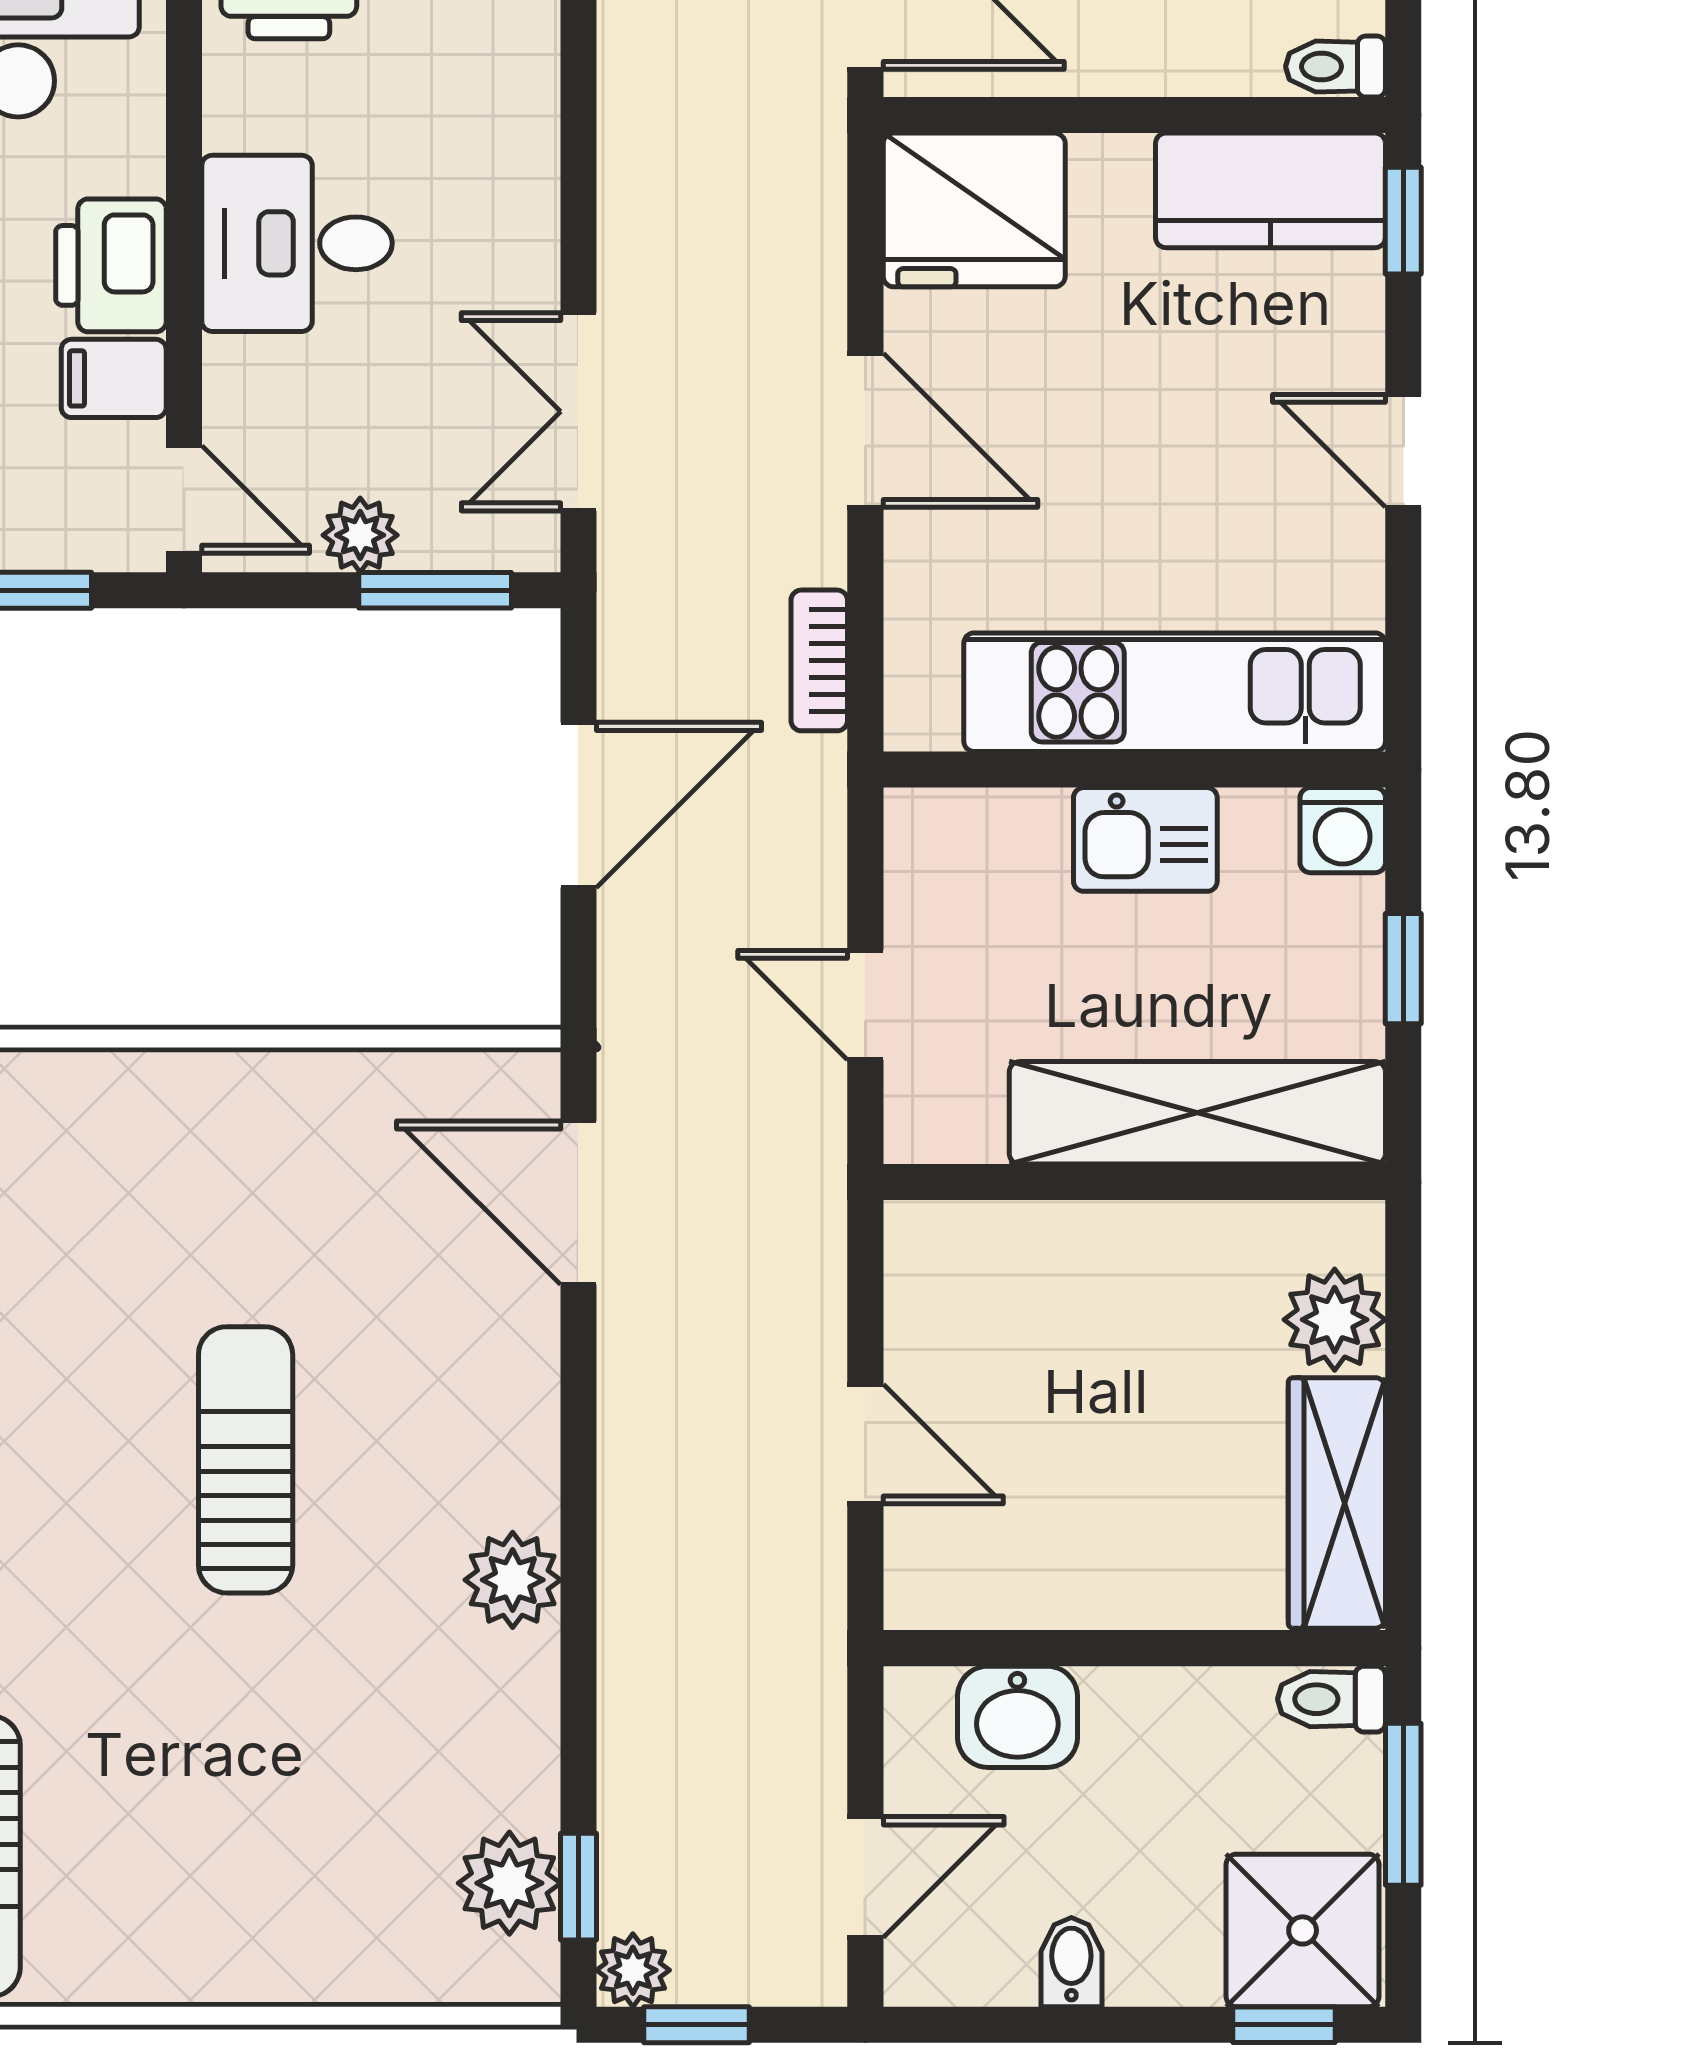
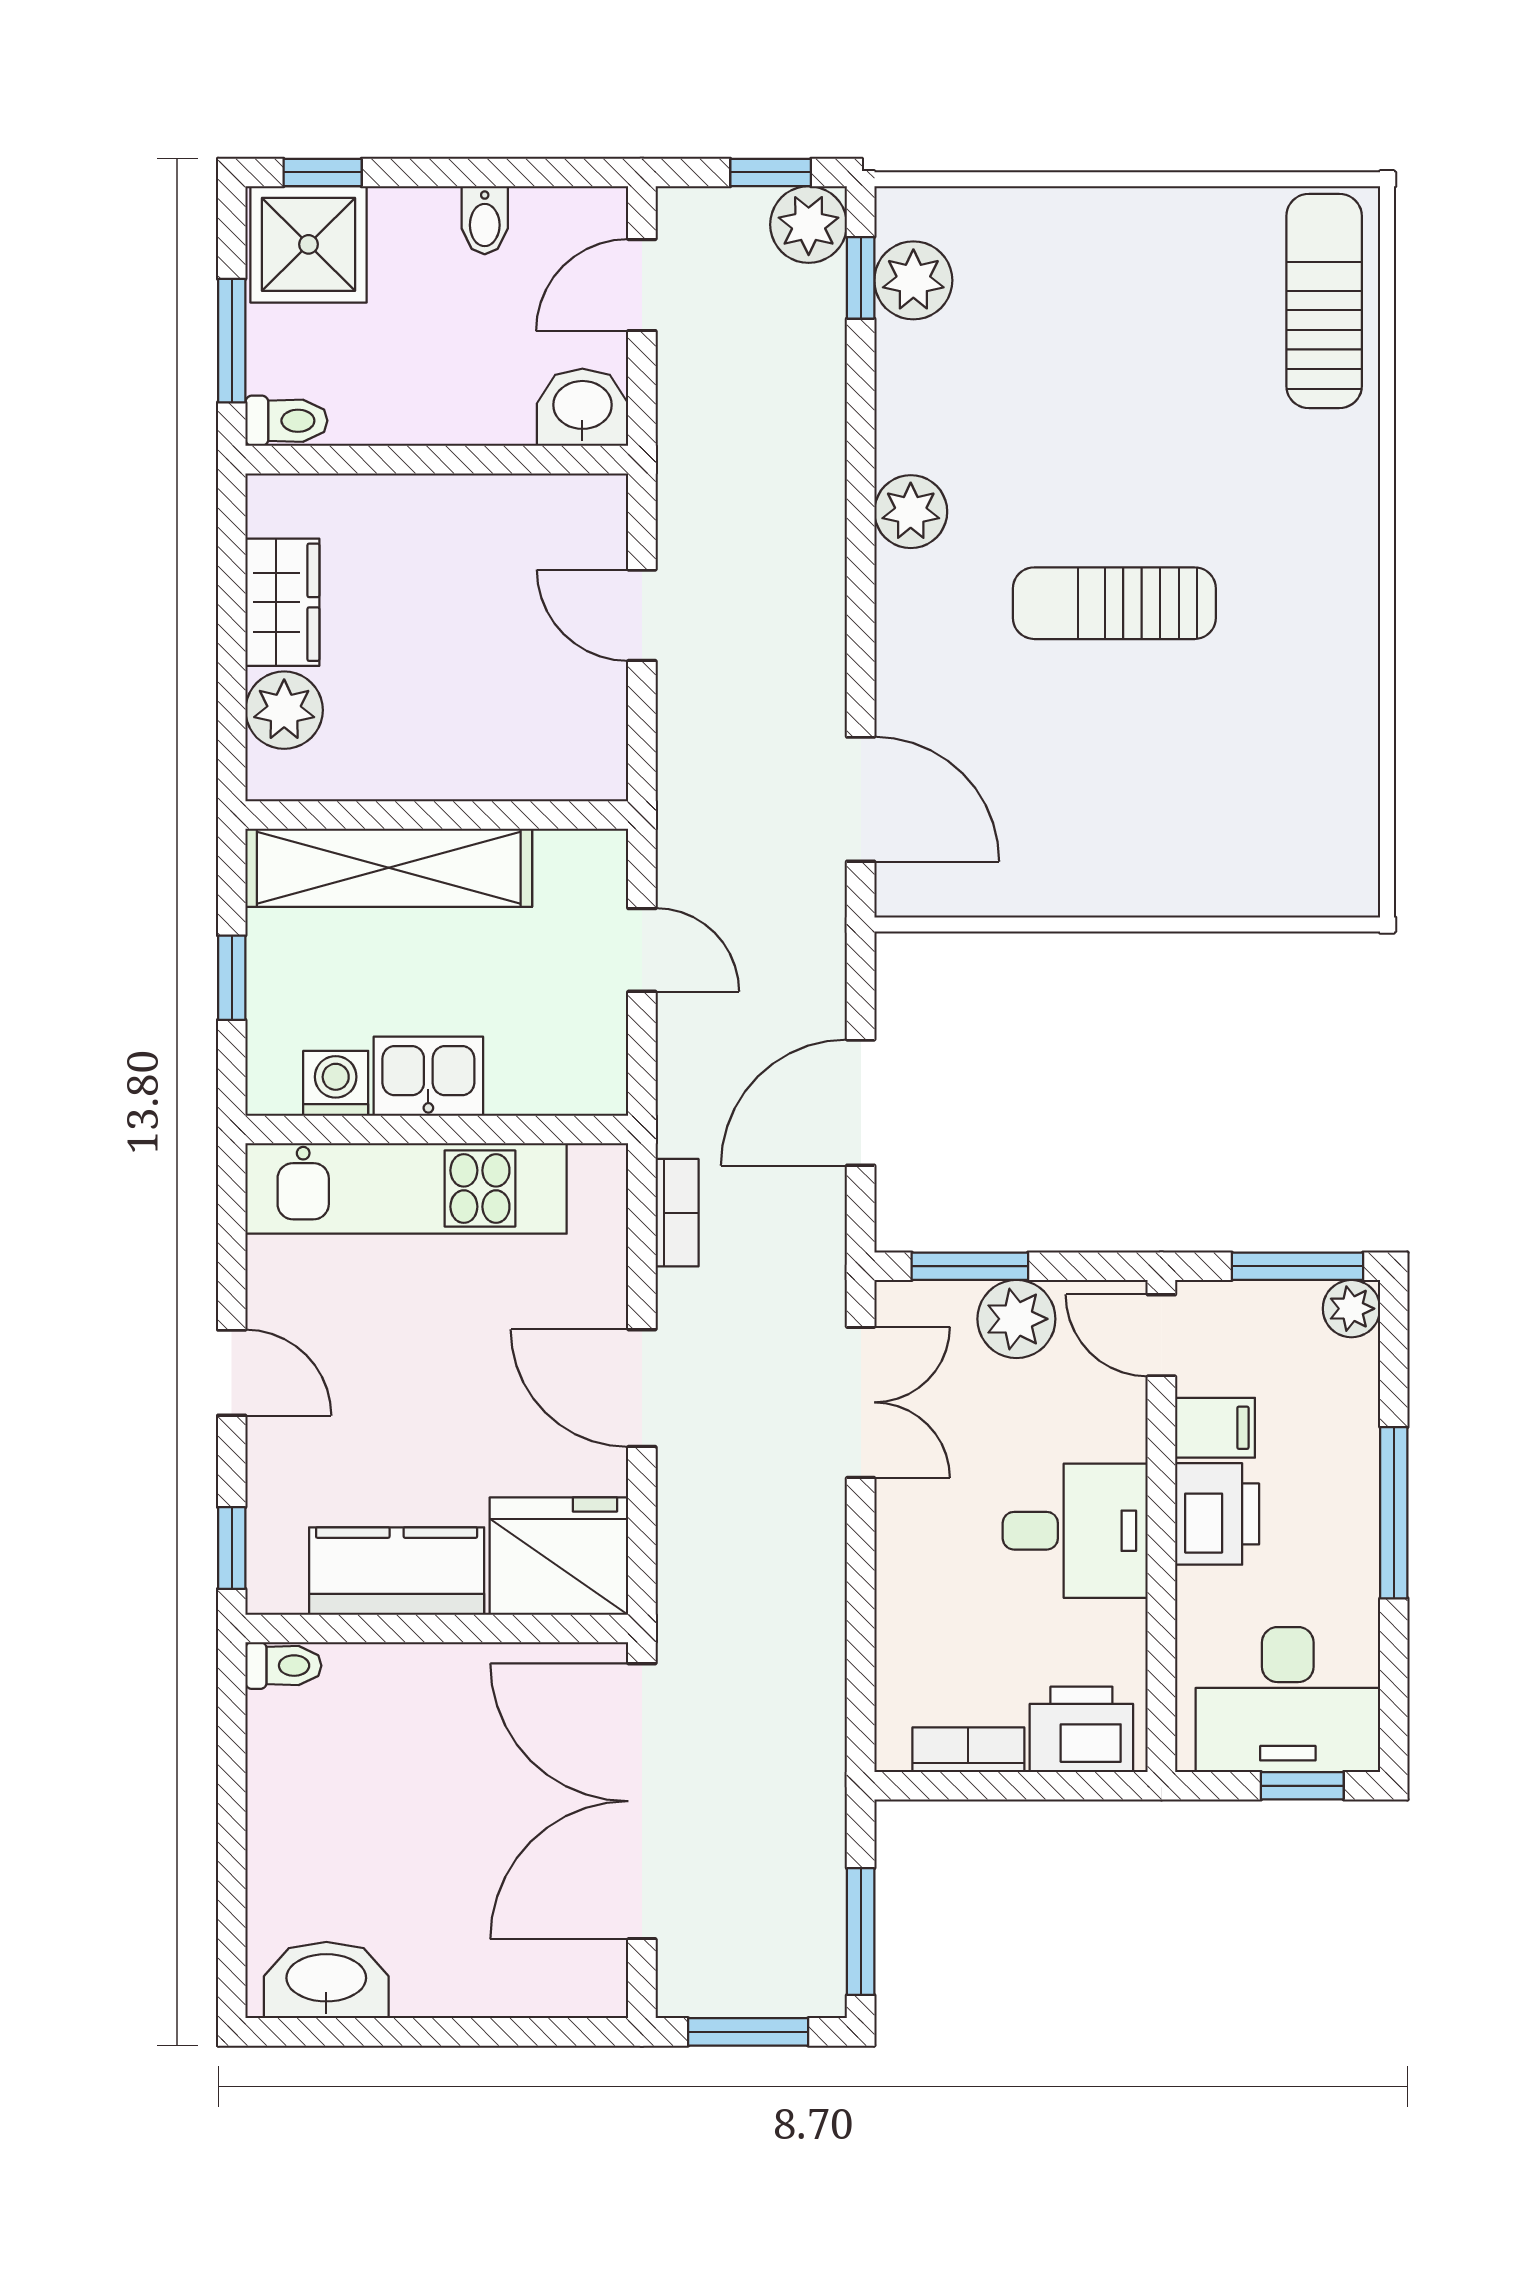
kitchen counter: (1271, 190) -> (397, 1571), moved
plant: (360, 535) -> (1016, 1319), width x1.38, depth x1.38
washing machine: (1343, 830) -> (336, 1083), moved
sun lounger: (246, 1460) -> (1114, 603), turned 90
wardrobe: (1337, 1503) -> (282, 602), width x0.67
washbasin: (1017, 1717) -> (582, 407), moved
plant: (633, 1970) -> (809, 225), width x1.38, depth x1.38

